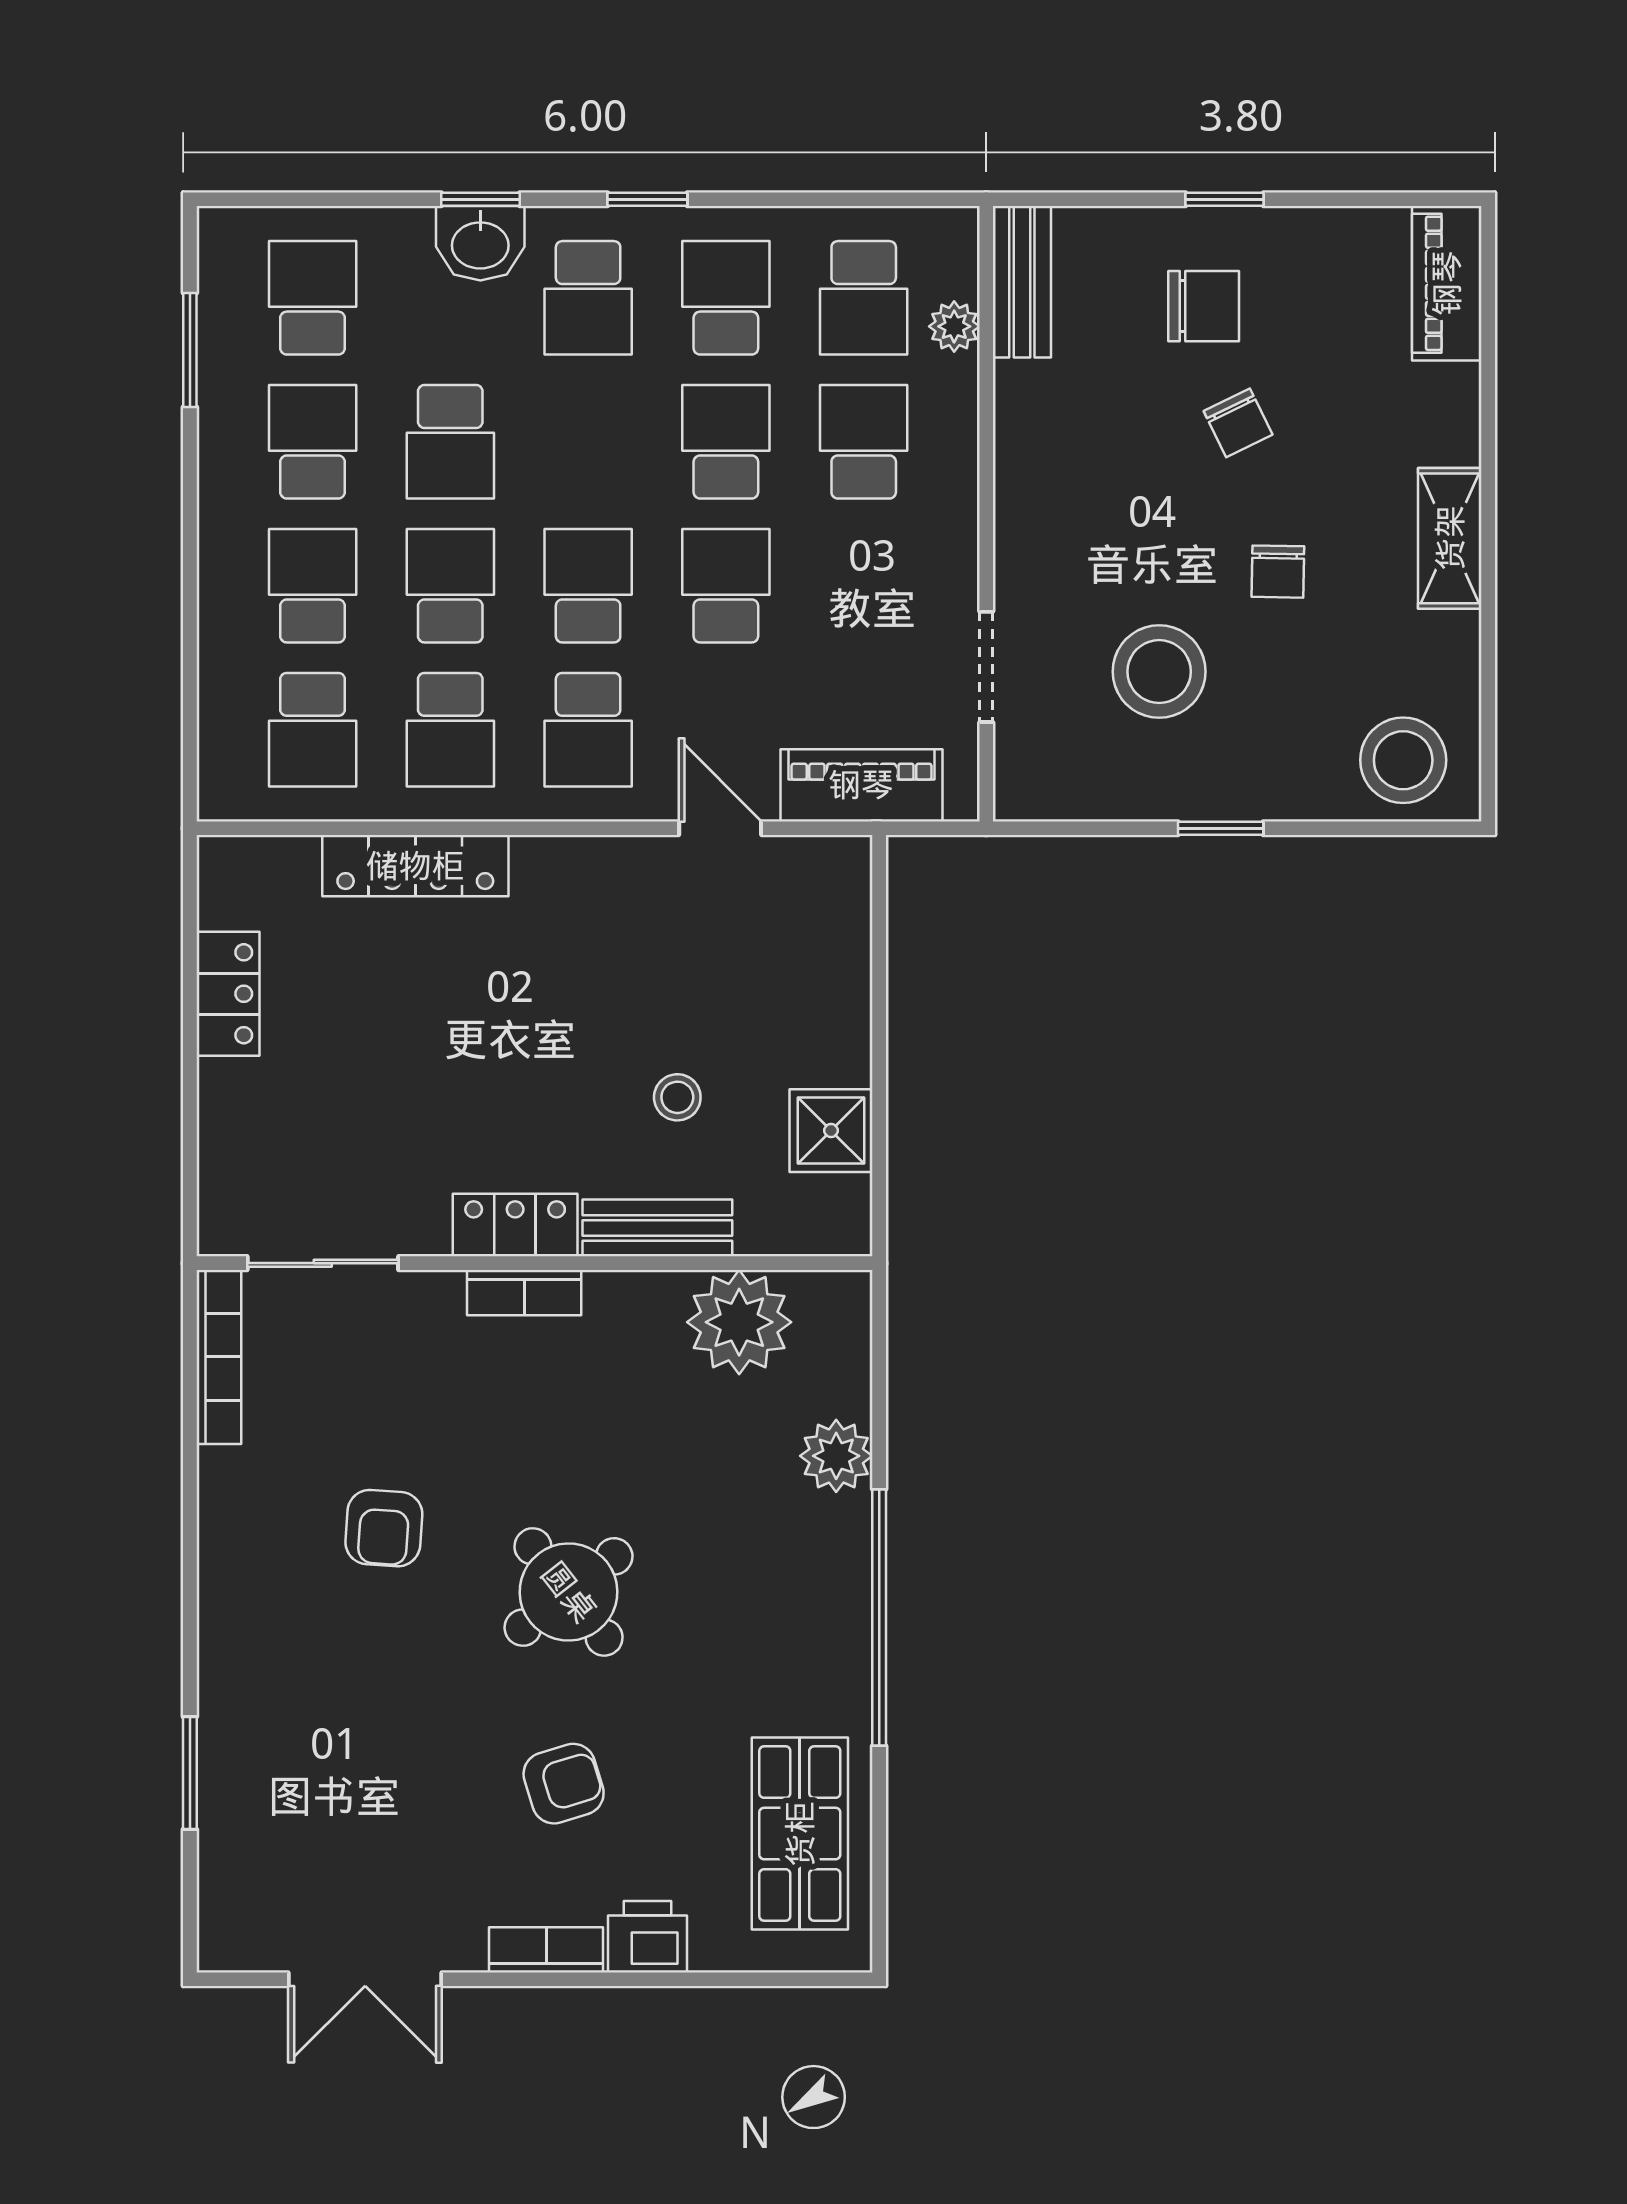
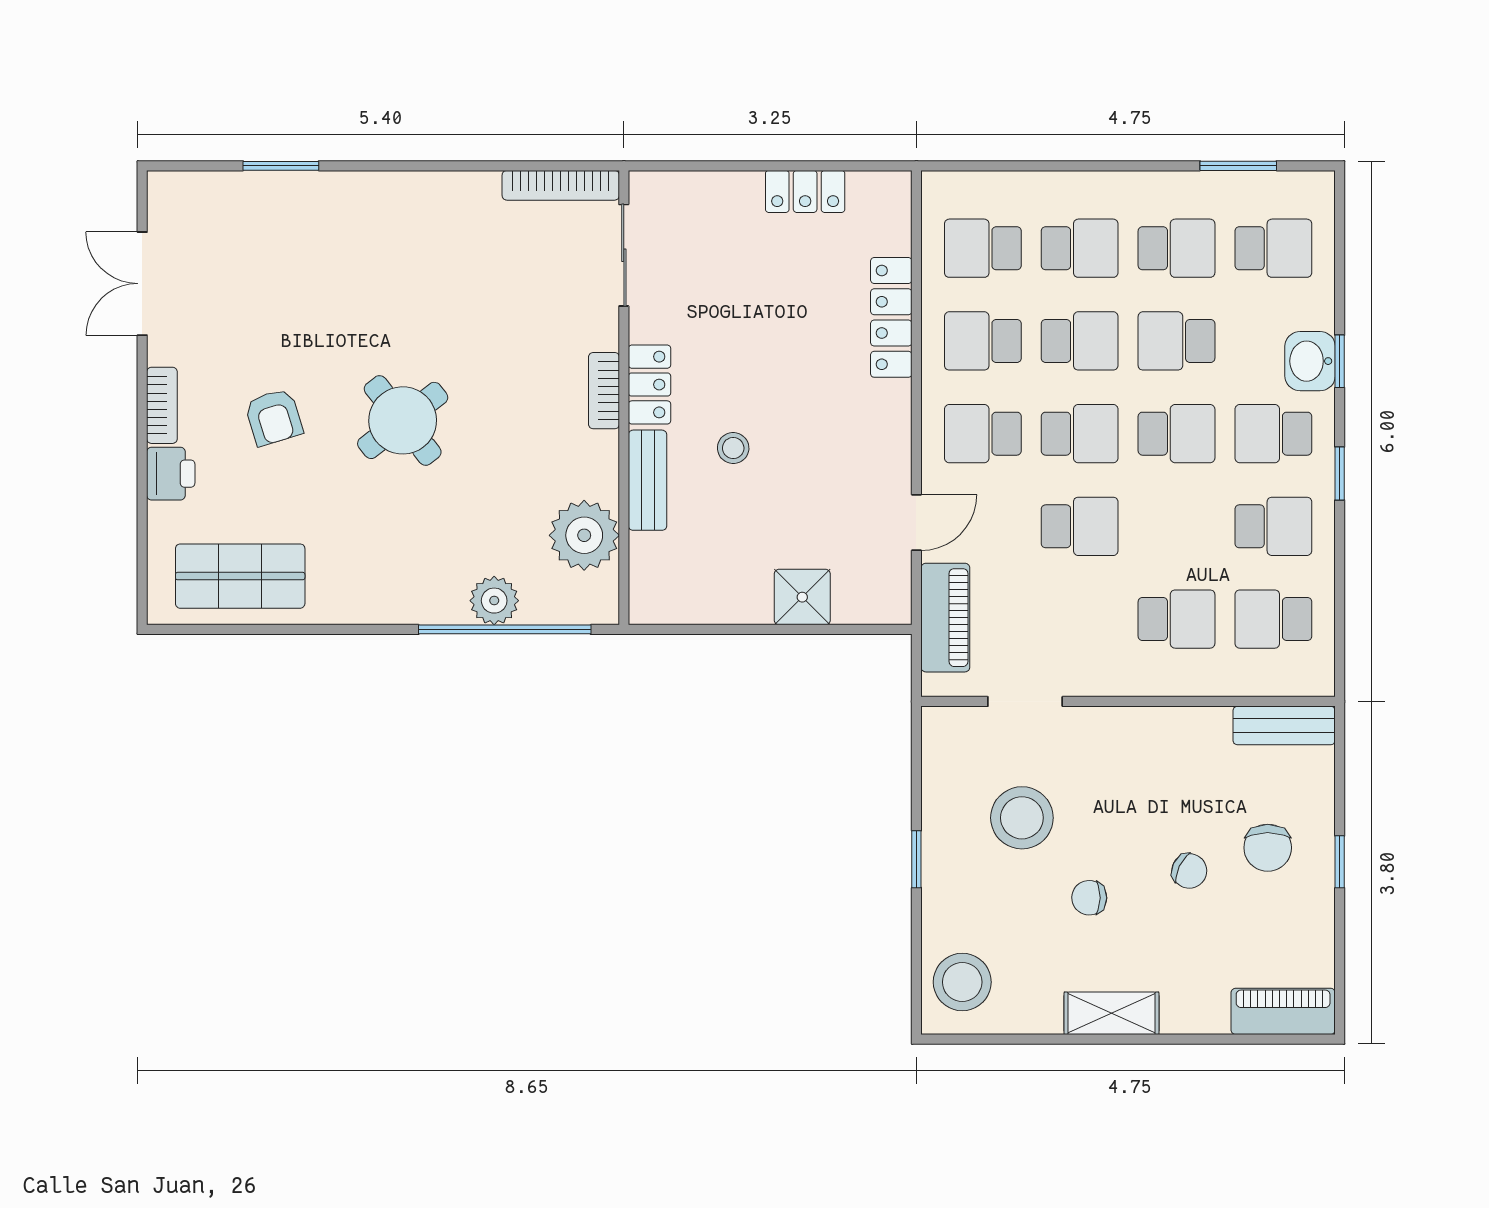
plant: (954, 326) -> (1254, 680), removed
chair: (1238, 423) -> (1189, 871), turned -128
school desk: (726, 442) -> (1176, 434), moved
stool: (677, 1097) -> (733, 448), moved
shower: (831, 1131) -> (802, 597), moved
armchair: (384, 1528) -> (446, 296), removed
window: (879, 1617) -> (505, 629), moved

